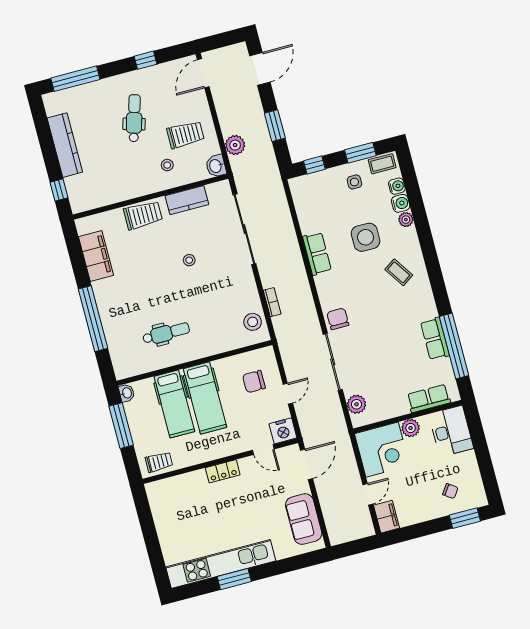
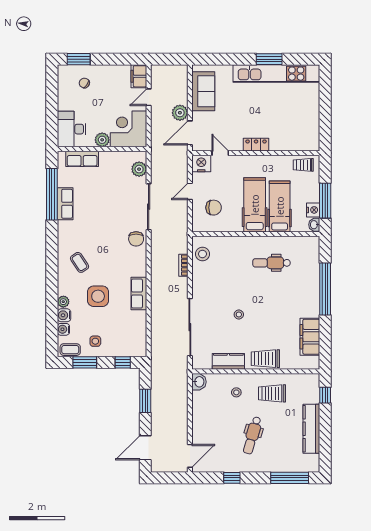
trolley: (185, 135) -> (272, 393), moved
plant: (235, 145) -> (180, 113), moved
nightstand: (133, 411) -> (313, 210), added

